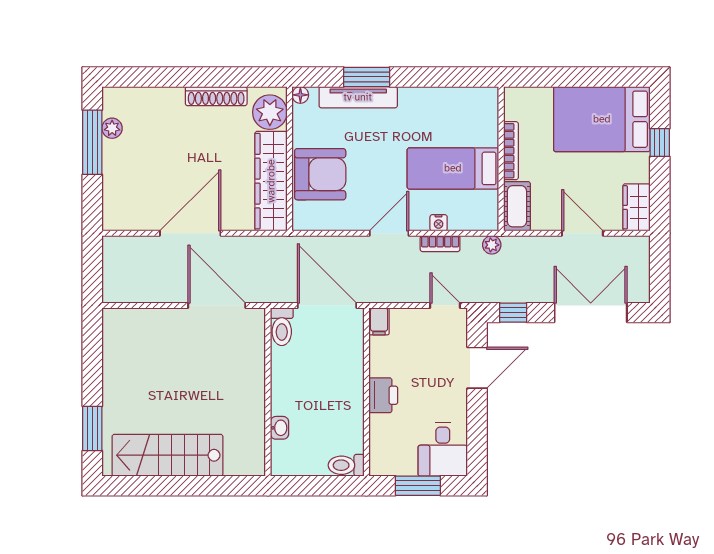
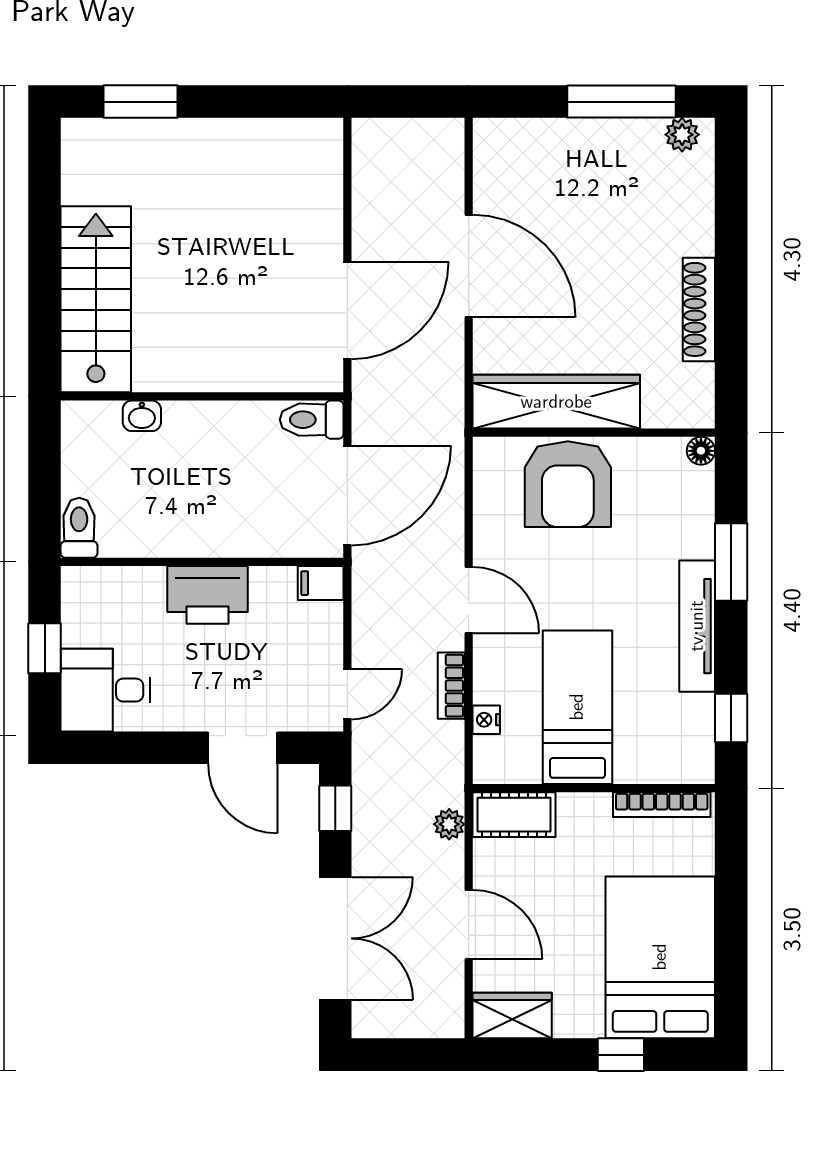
window: (459, 77) -> (731, 718), added
tv unit: (358, 97) -> (697, 626), moved
plant: (270, 112) -> (672, 400), removed
plant: (112, 128) -> (682, 135), moved
bookcase: (511, 151) -> (662, 805), moved
nightstand: (439, 223) -> (486, 720), moved
door: (582, 233) -> (469, 925), hinge flipped
plant: (492, 245) -> (449, 824), moved
printer: (383, 395) -> (208, 595), width x1.37, depth x1.19
stairs: (167, 455) -> (96, 299), moved
window: (418, 486) -> (45, 648), width x0.67

